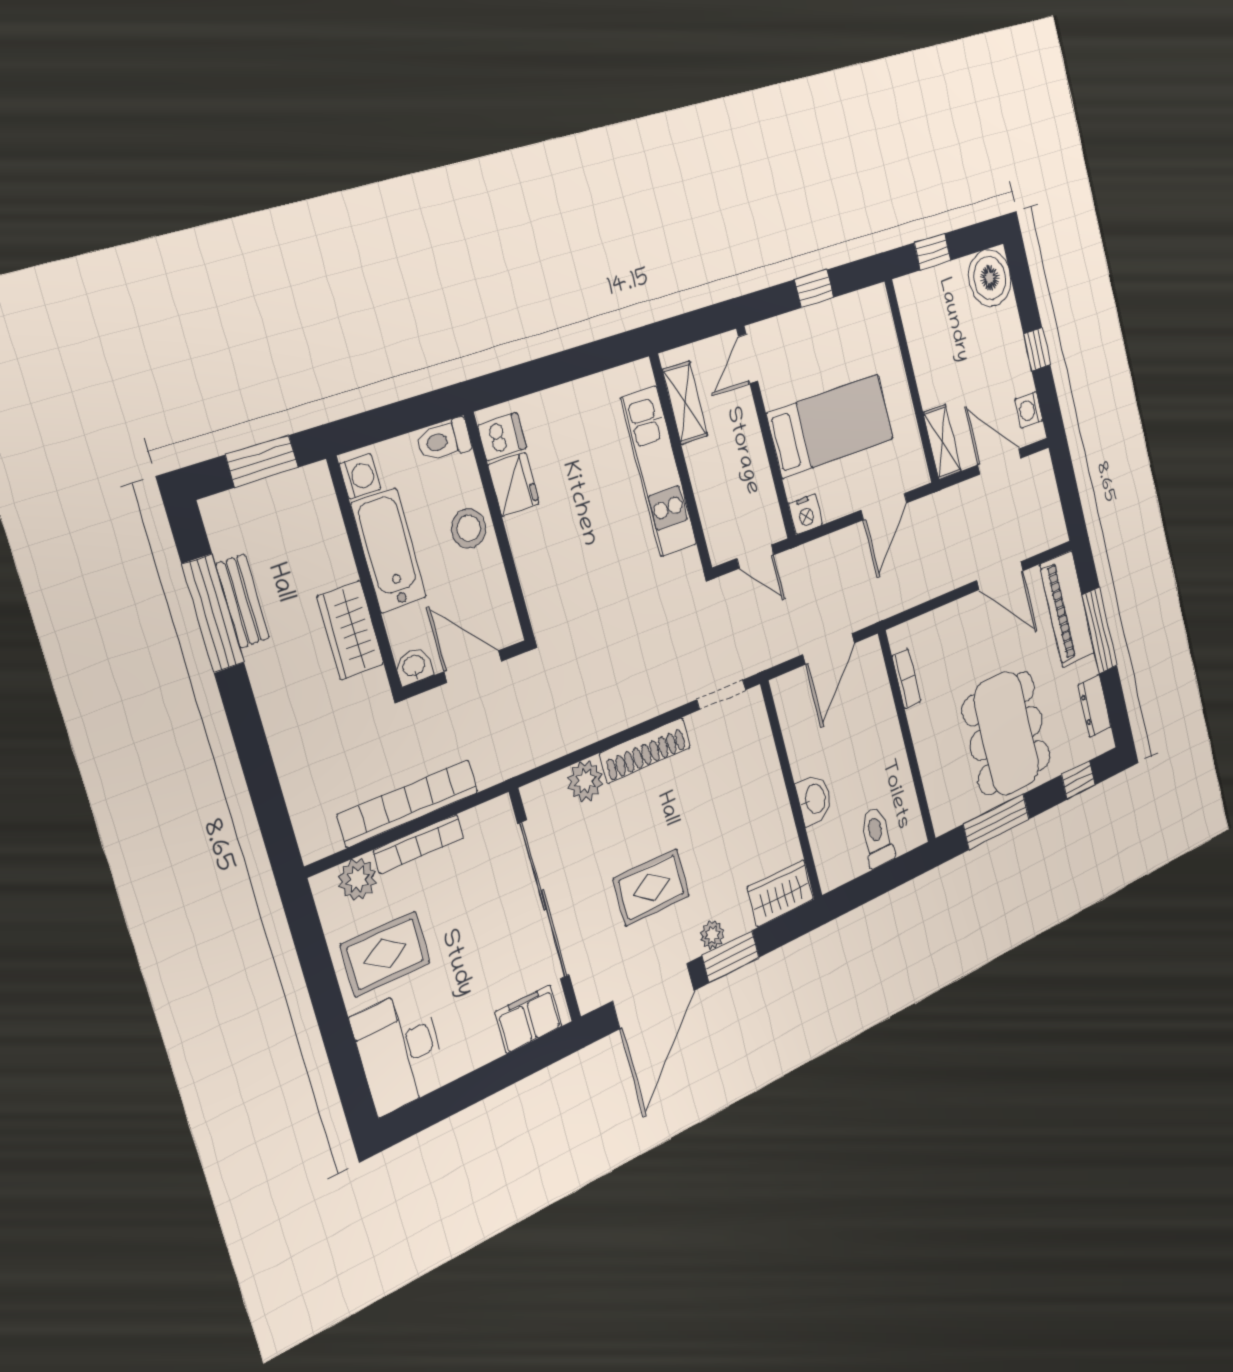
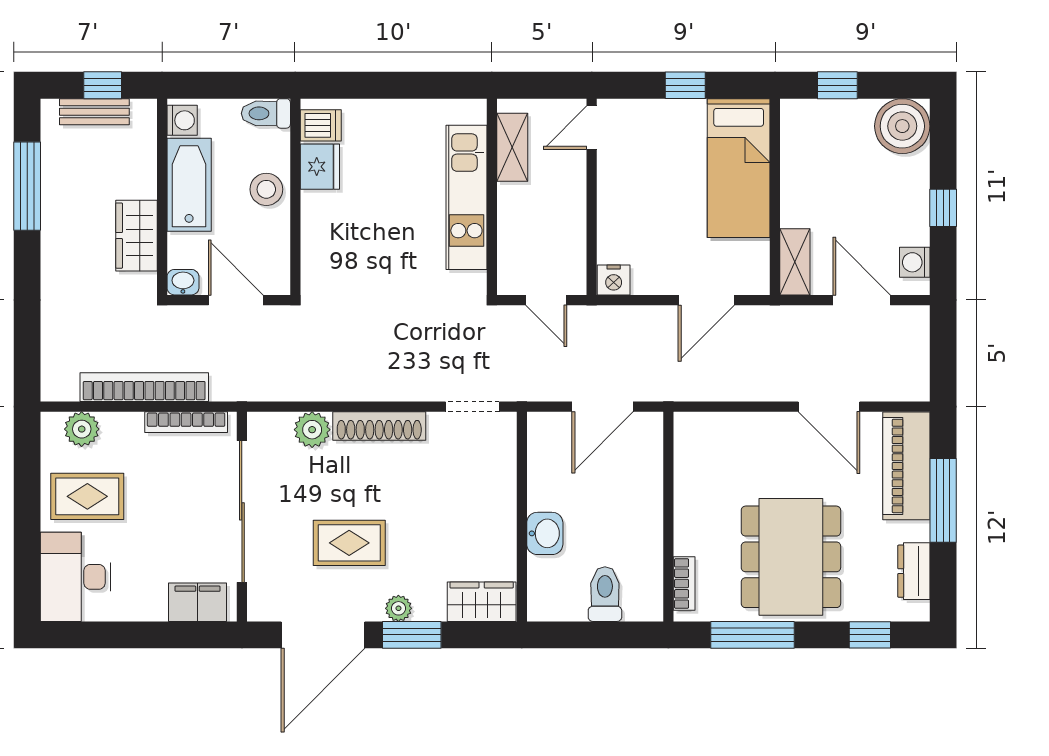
bed: (831, 426) -> (739, 168), moved, turned 90
window: (262, 461) -> (103, 85), width x0.67
bench: (242, 601) -> (94, 112), moved, turned 90
bookcase: (906, 679) -> (684, 583), moved
bookcase: (419, 844) -> (186, 422), moved

